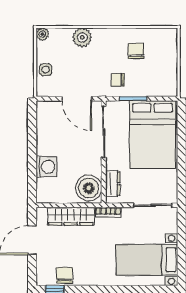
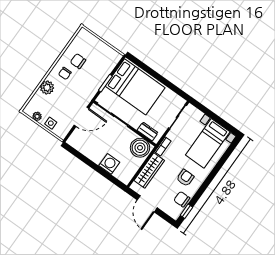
plant: (42, 34) -> (37, 116), moved
chair: (118, 80) -> (65, 73), moved
armchair: (91, 262) -> (185, 178), added

